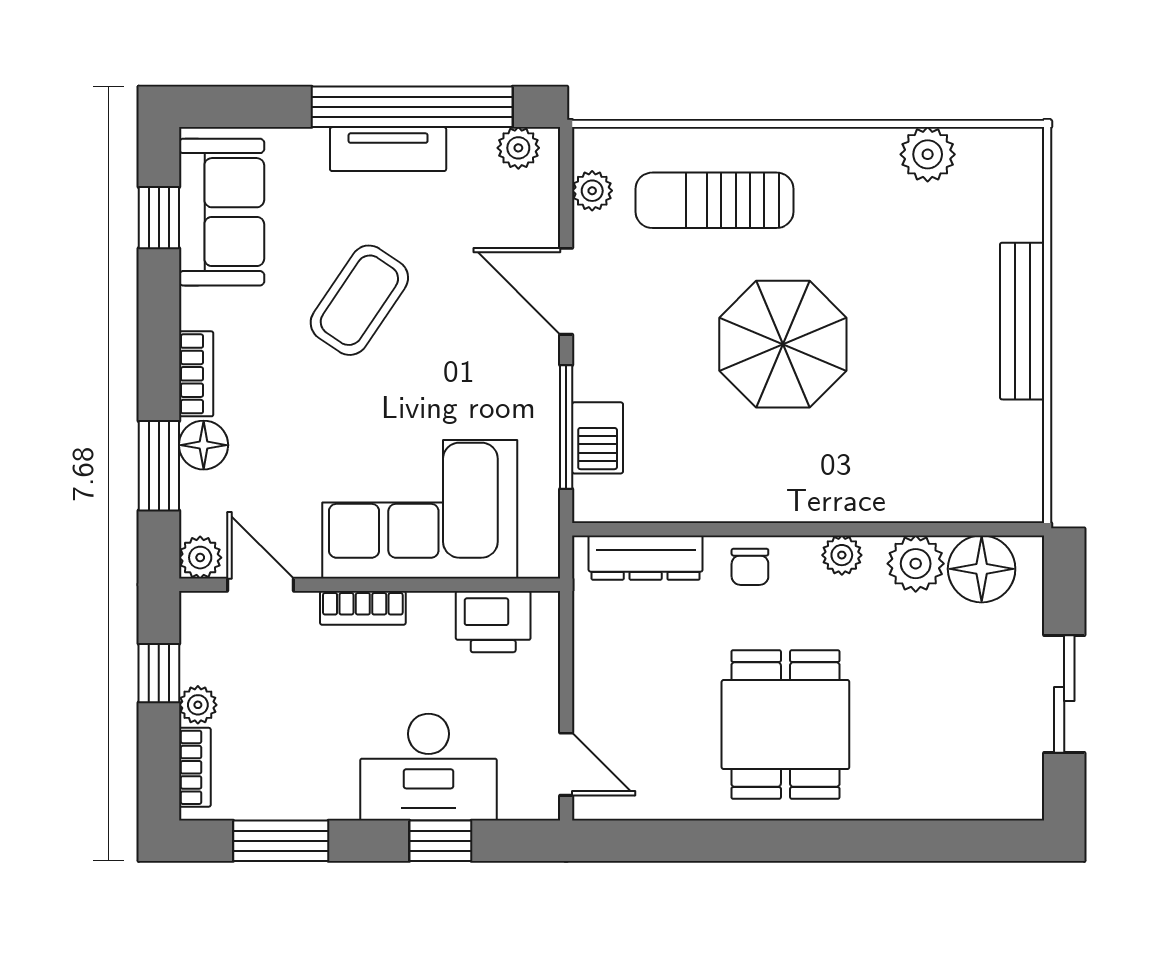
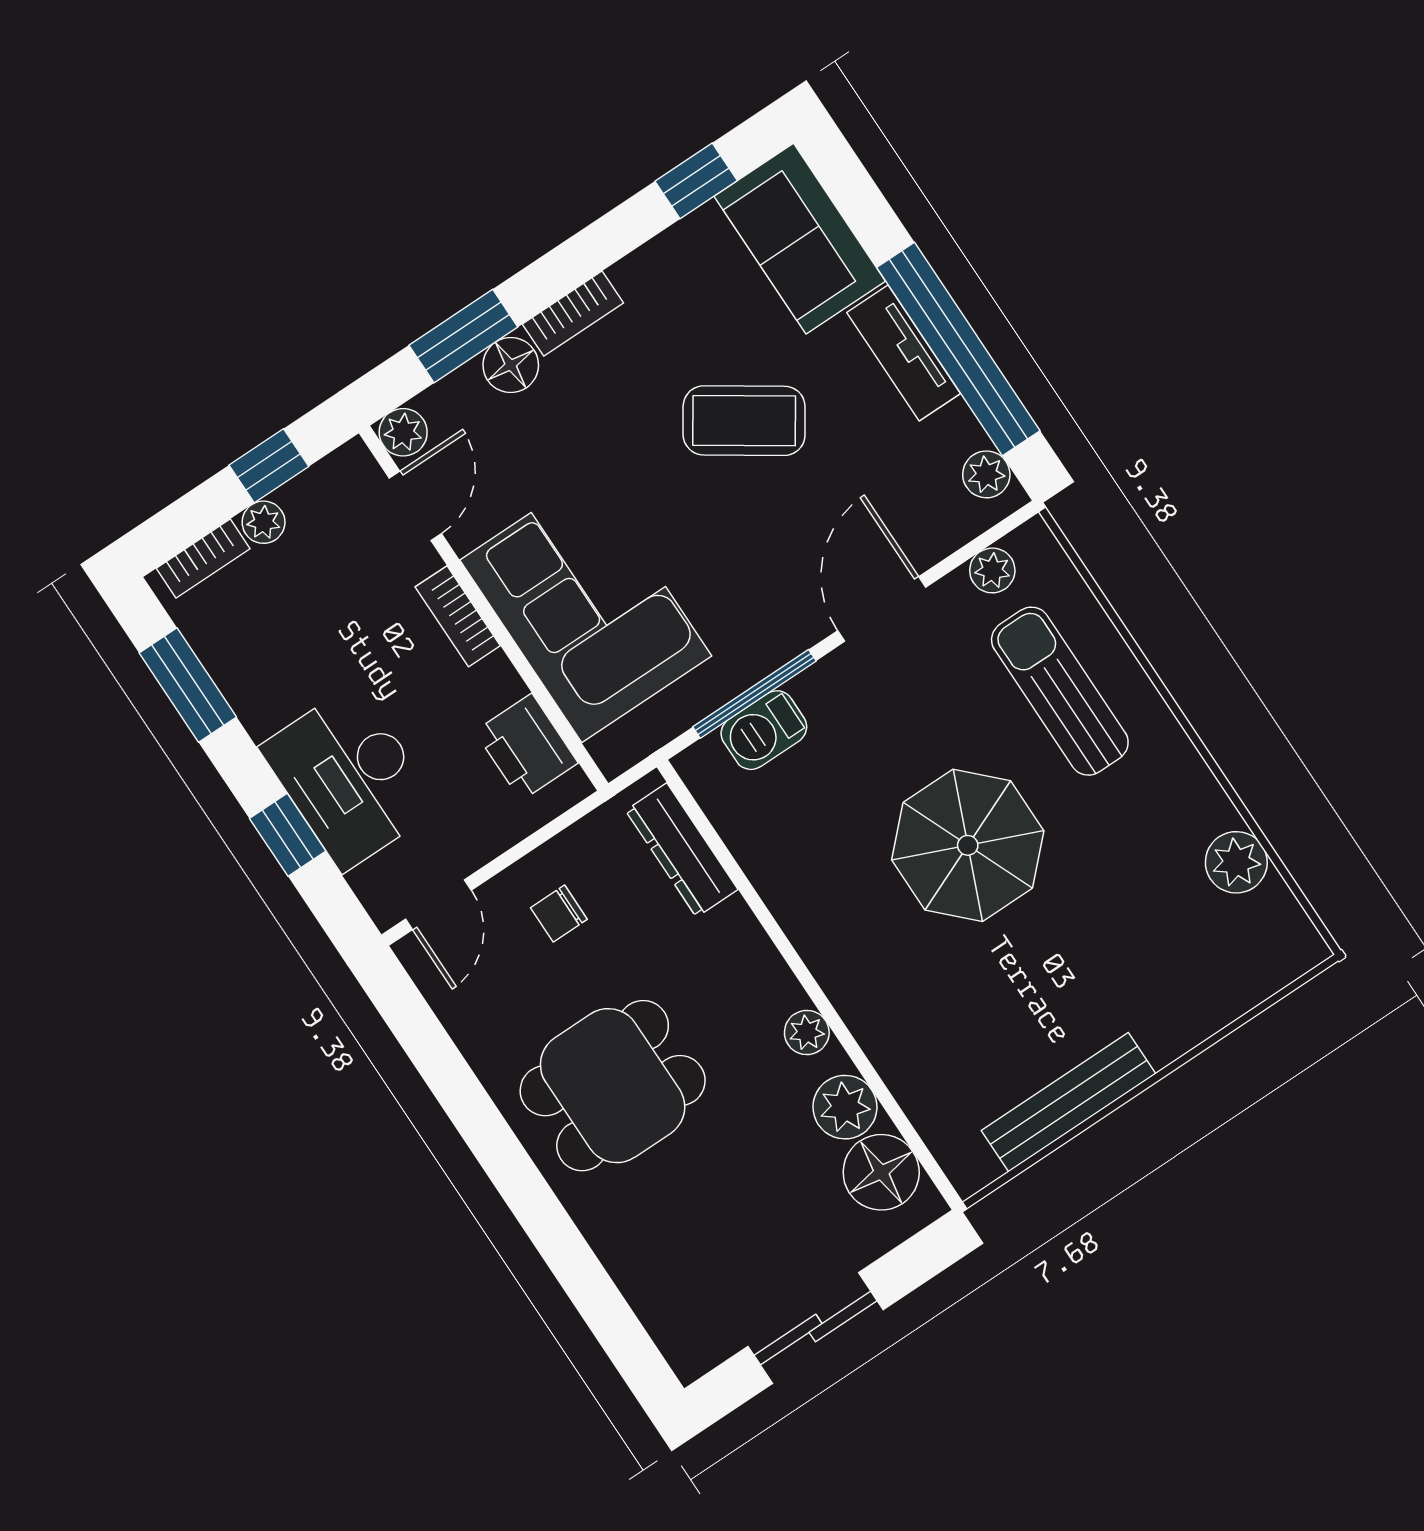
sofa: (222, 212) -> (800, 239), moved, turned 90
bench: (1022, 321) -> (1069, 1102), moved
chair: (750, 567) -> (559, 914), moved

